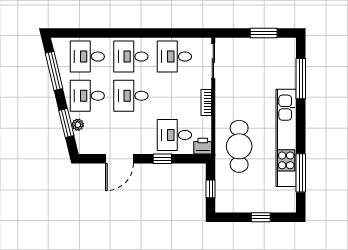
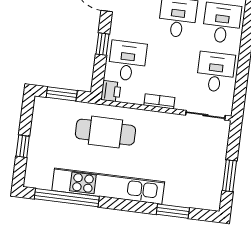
window: (301, 79) -> (173, 211), width x0.69
window: (301, 173) -> (67, 198), width x1.46
window: (211, 189) -> (62, 94), width x1.50

